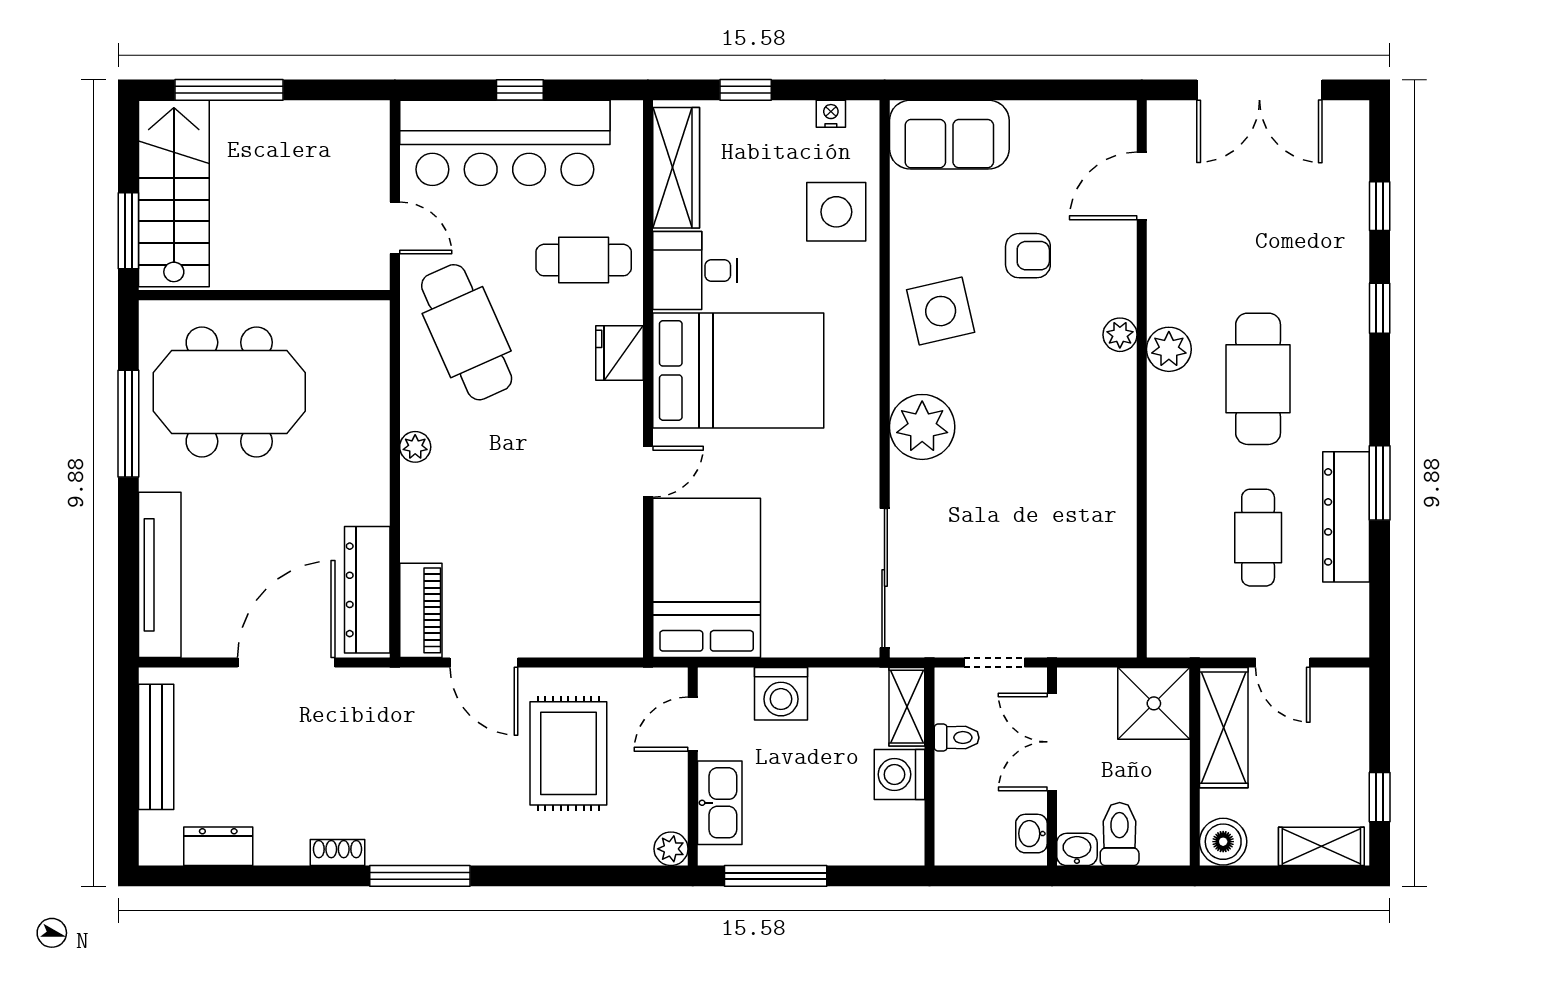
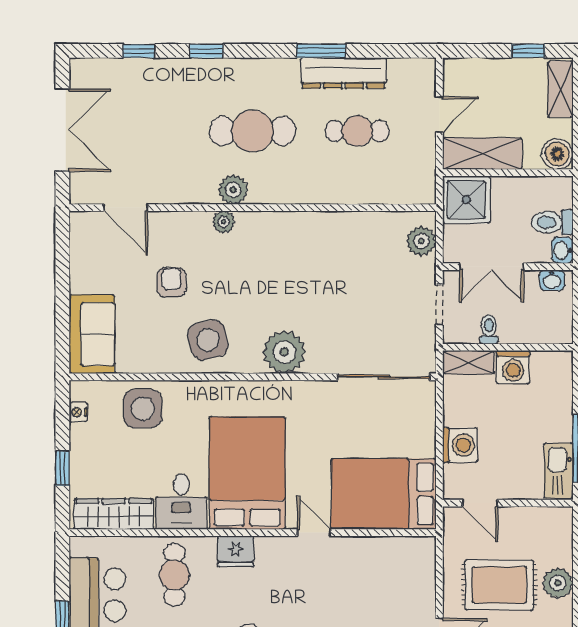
plant: (1091, 635) -> (421, 241), added
kitchen sink: (720, 803) -> (559, 471), moved, turned -90
plant: (671, 849) -> (558, 583), moved, width x1.38, depth x1.38

